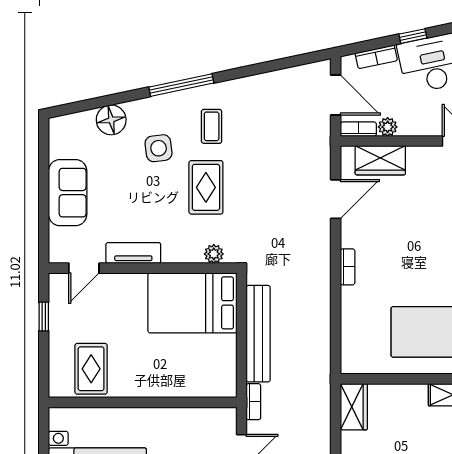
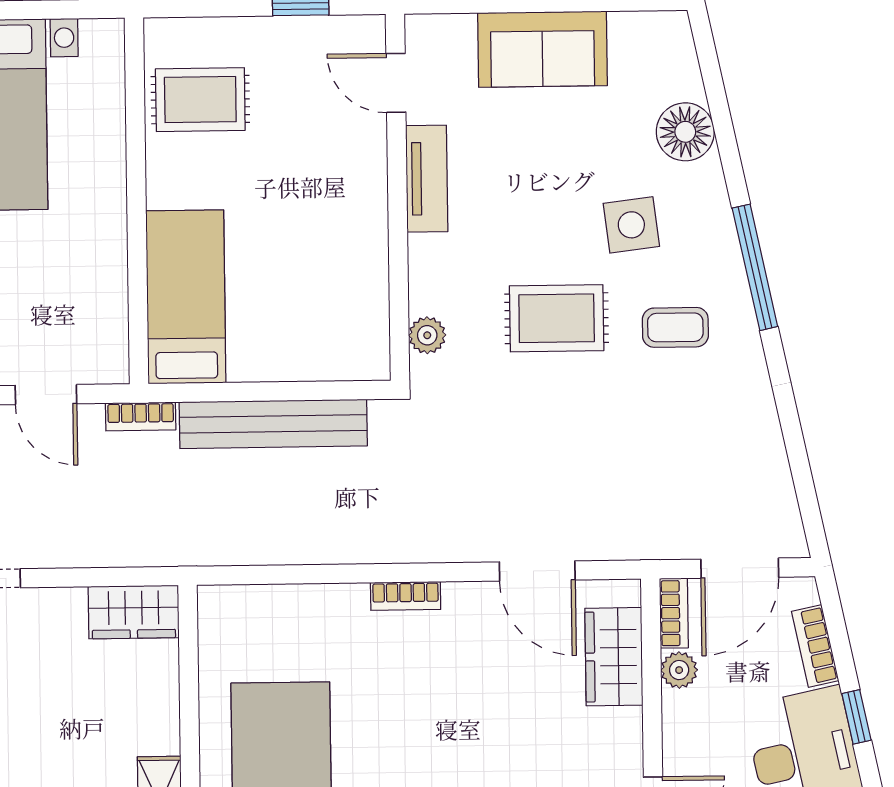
bed: (192, 303) -> (186, 297), moved, width x0.67

